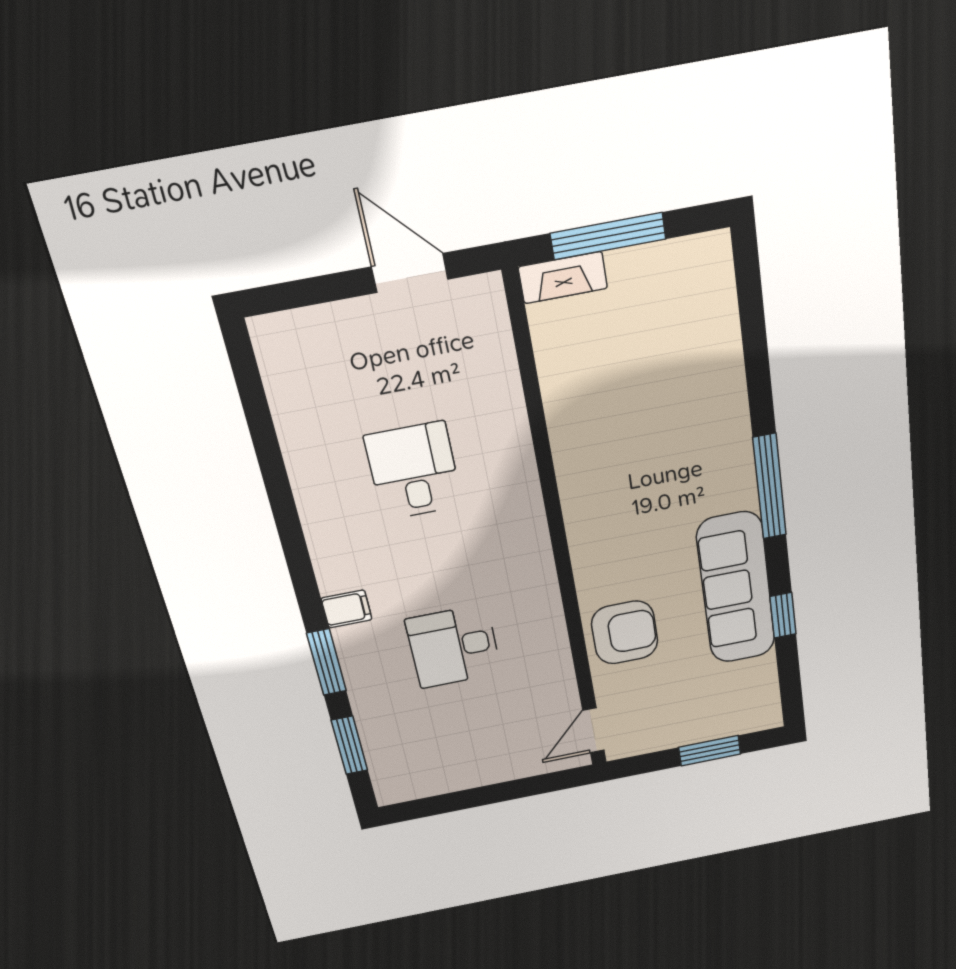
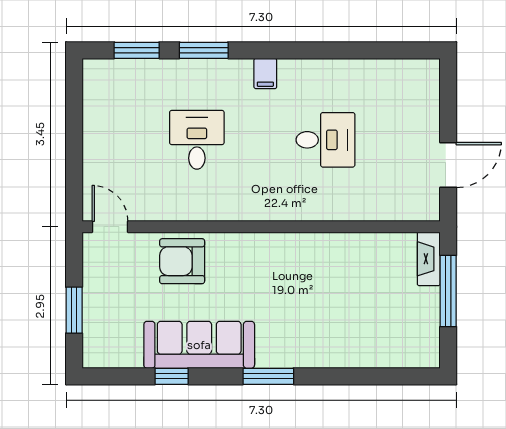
window: (770, 487) -> (268, 376), width x0.69
filing cabinet: (347, 609) -> (265, 74), moved
armchair: (625, 633) -> (182, 261), turned 90

